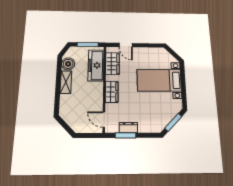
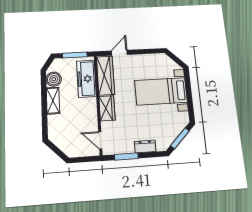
door: (126, 45) -> (119, 53), swing flipped
wardrobe: (112, 64) -> (105, 76), width x1.50
dresser: (128, 128) -> (145, 146), moved

